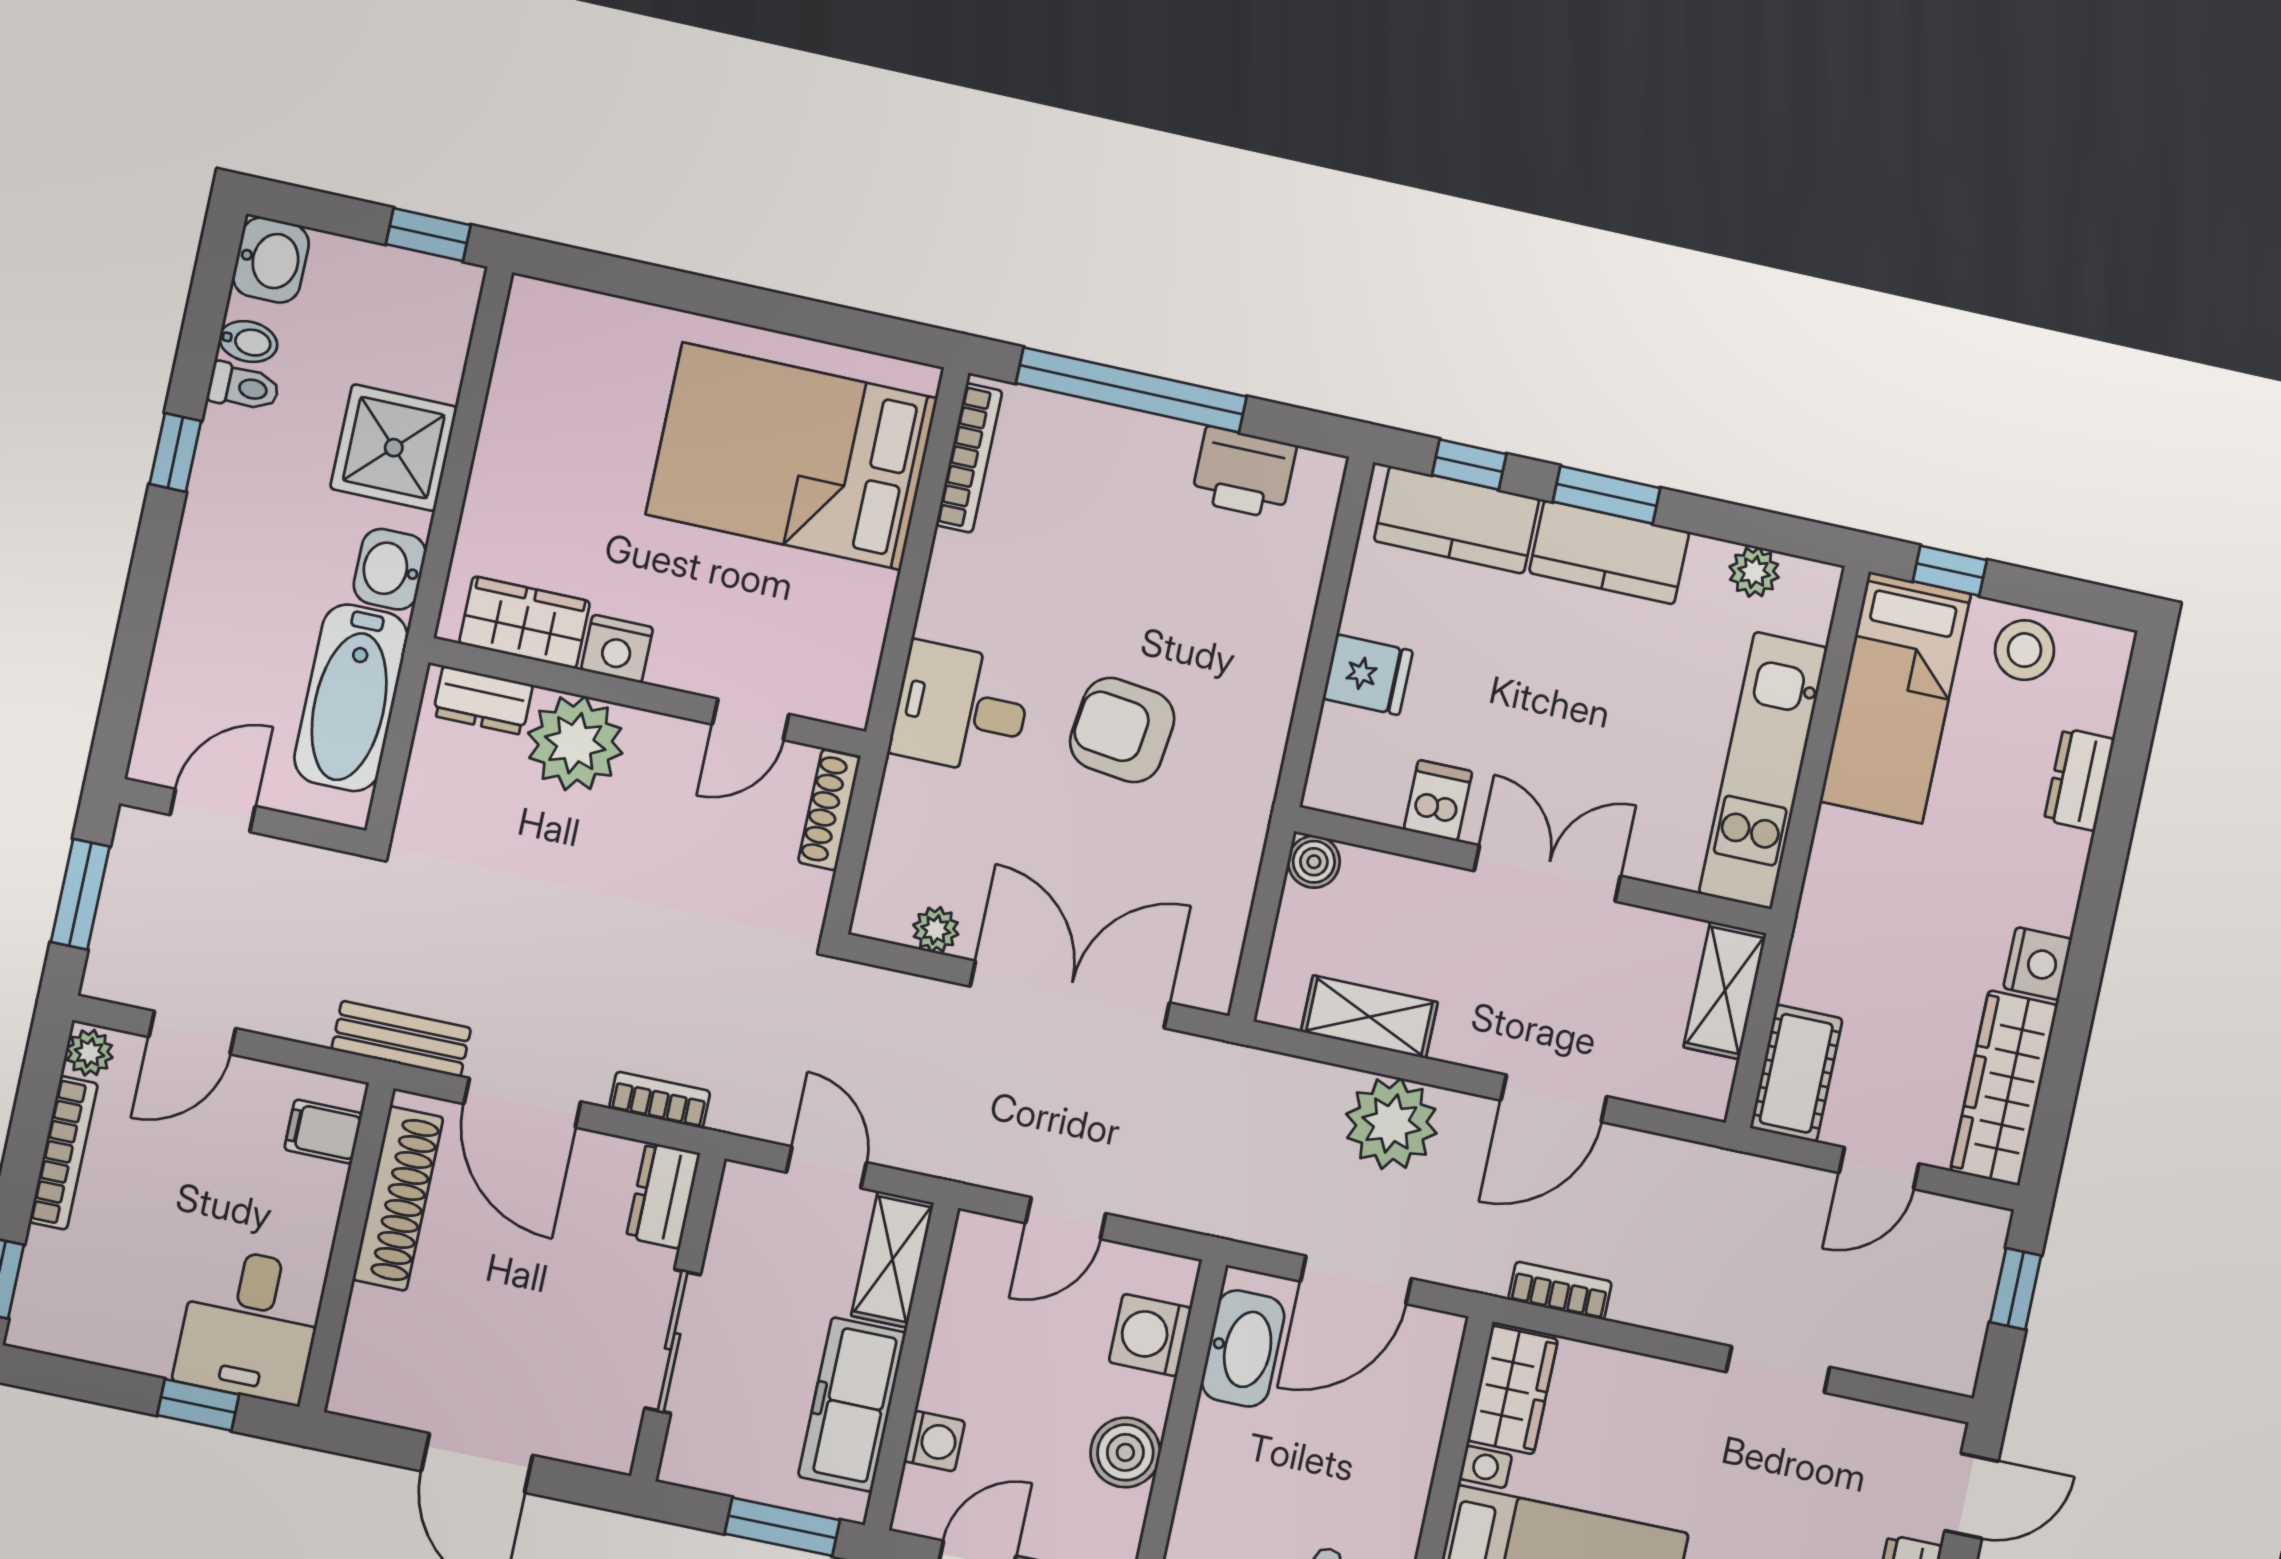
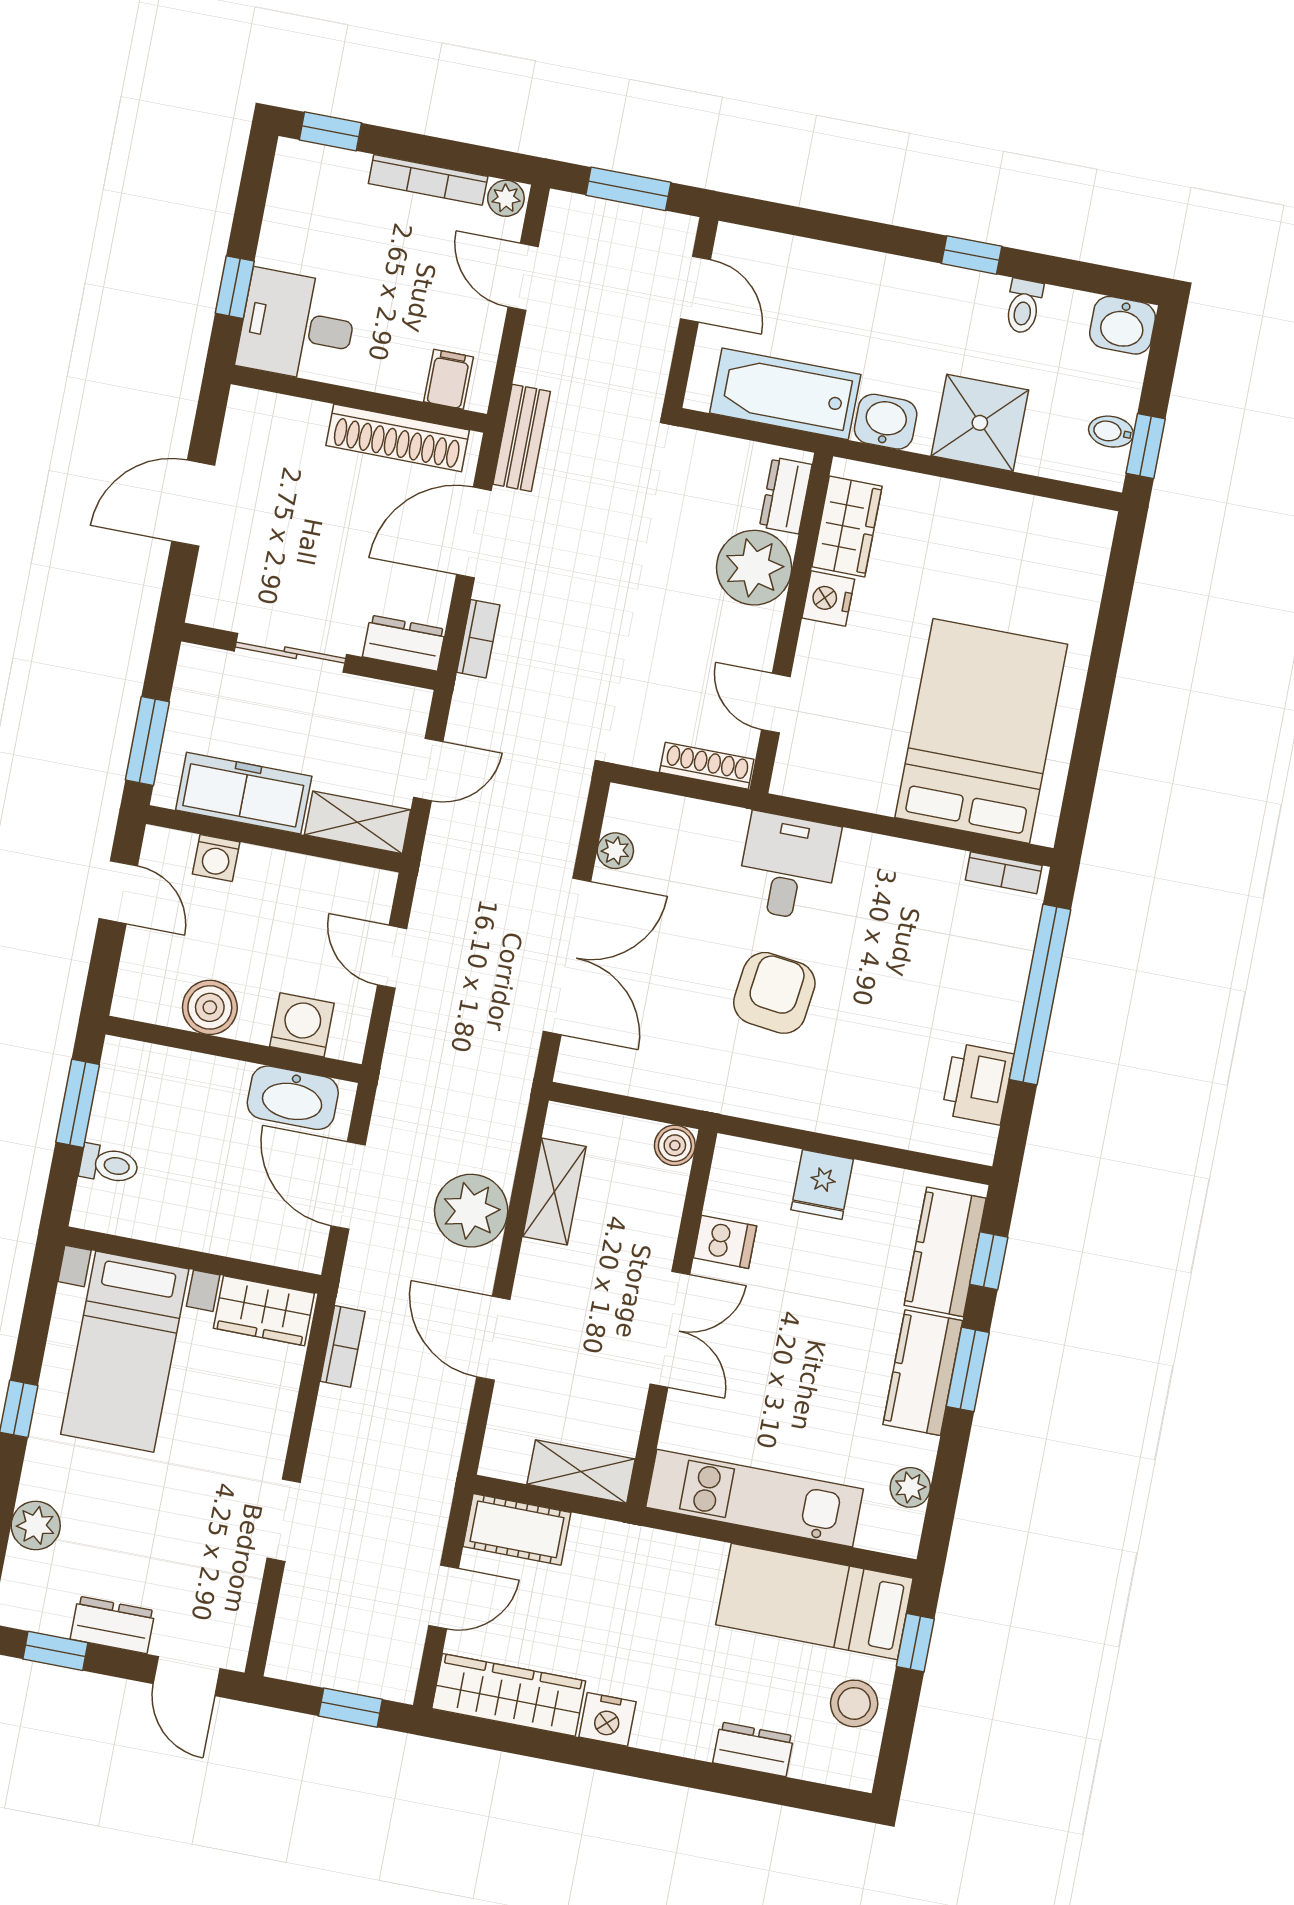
bidet: (248, 342) -> (1111, 432), moved, turned 90
bookcase: (969, 458) -> (1004, 873), width x0.64
door: (1879, 1168) -> (444, 1597), swing flipped

